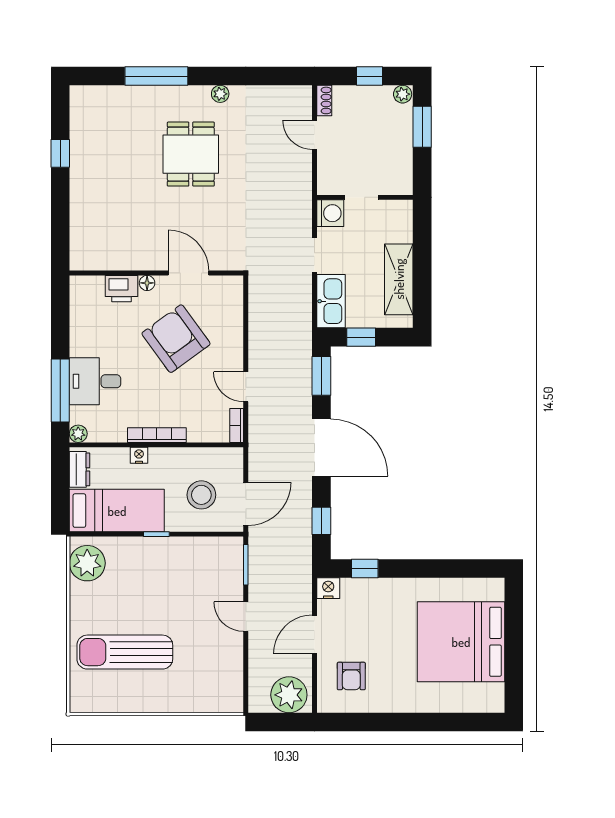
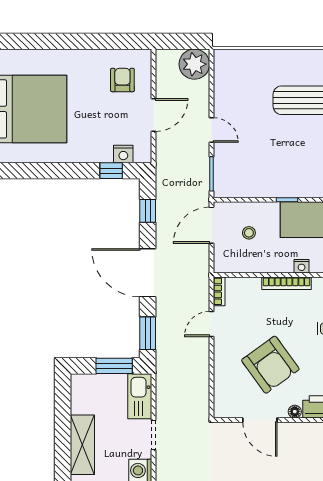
shelving: (399, 279) -> (82, 445), moved
window: (361, 337) -> (114, 366), width x1.50
door: (246, 387) -> (211, 324), swing flipped
stool: (201, 495) -> (249, 233), width x0.53, depth x0.53
nightstand: (328, 588) -> (123, 154), moved
plant: (289, 695) -> (194, 64), moved

